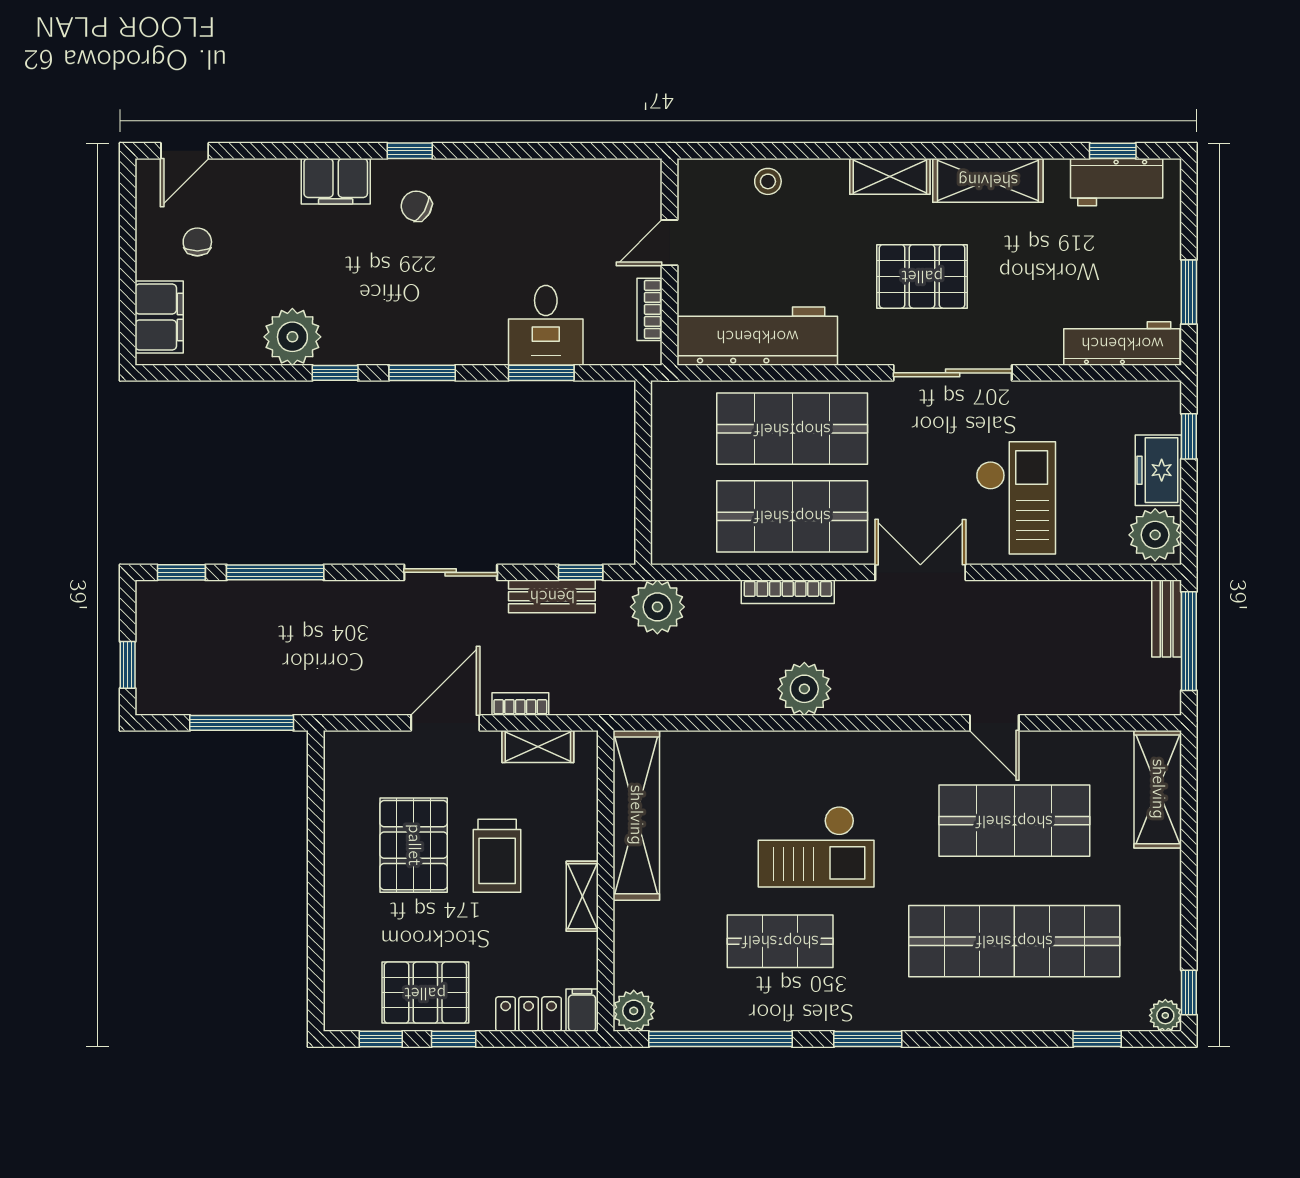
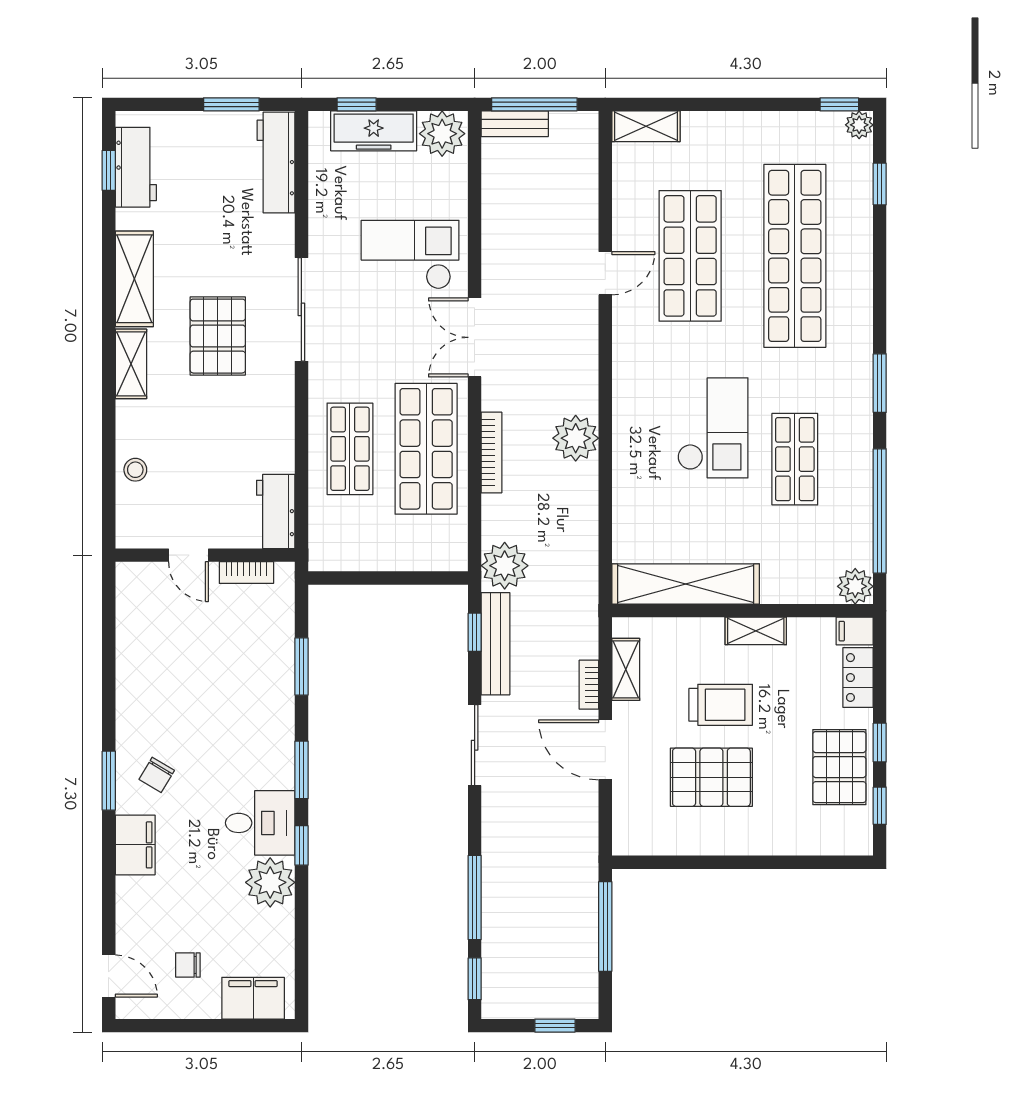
window: (410, 151) -> (109, 781), width x1.50
desk: (546, 325) -> (260, 823), moved
workbench: (757, 336) -> (276, 511), width x0.53, depth x0.76
shop shelf: (792, 429) -> (350, 449), width x0.70, depth x0.74
freezer: (1158, 470) -> (374, 131), width x1.40
bench: (552, 596) -> (495, 644), width x1.36
shelving: (1158, 789) -> (646, 126), width x0.67, depth x0.75

